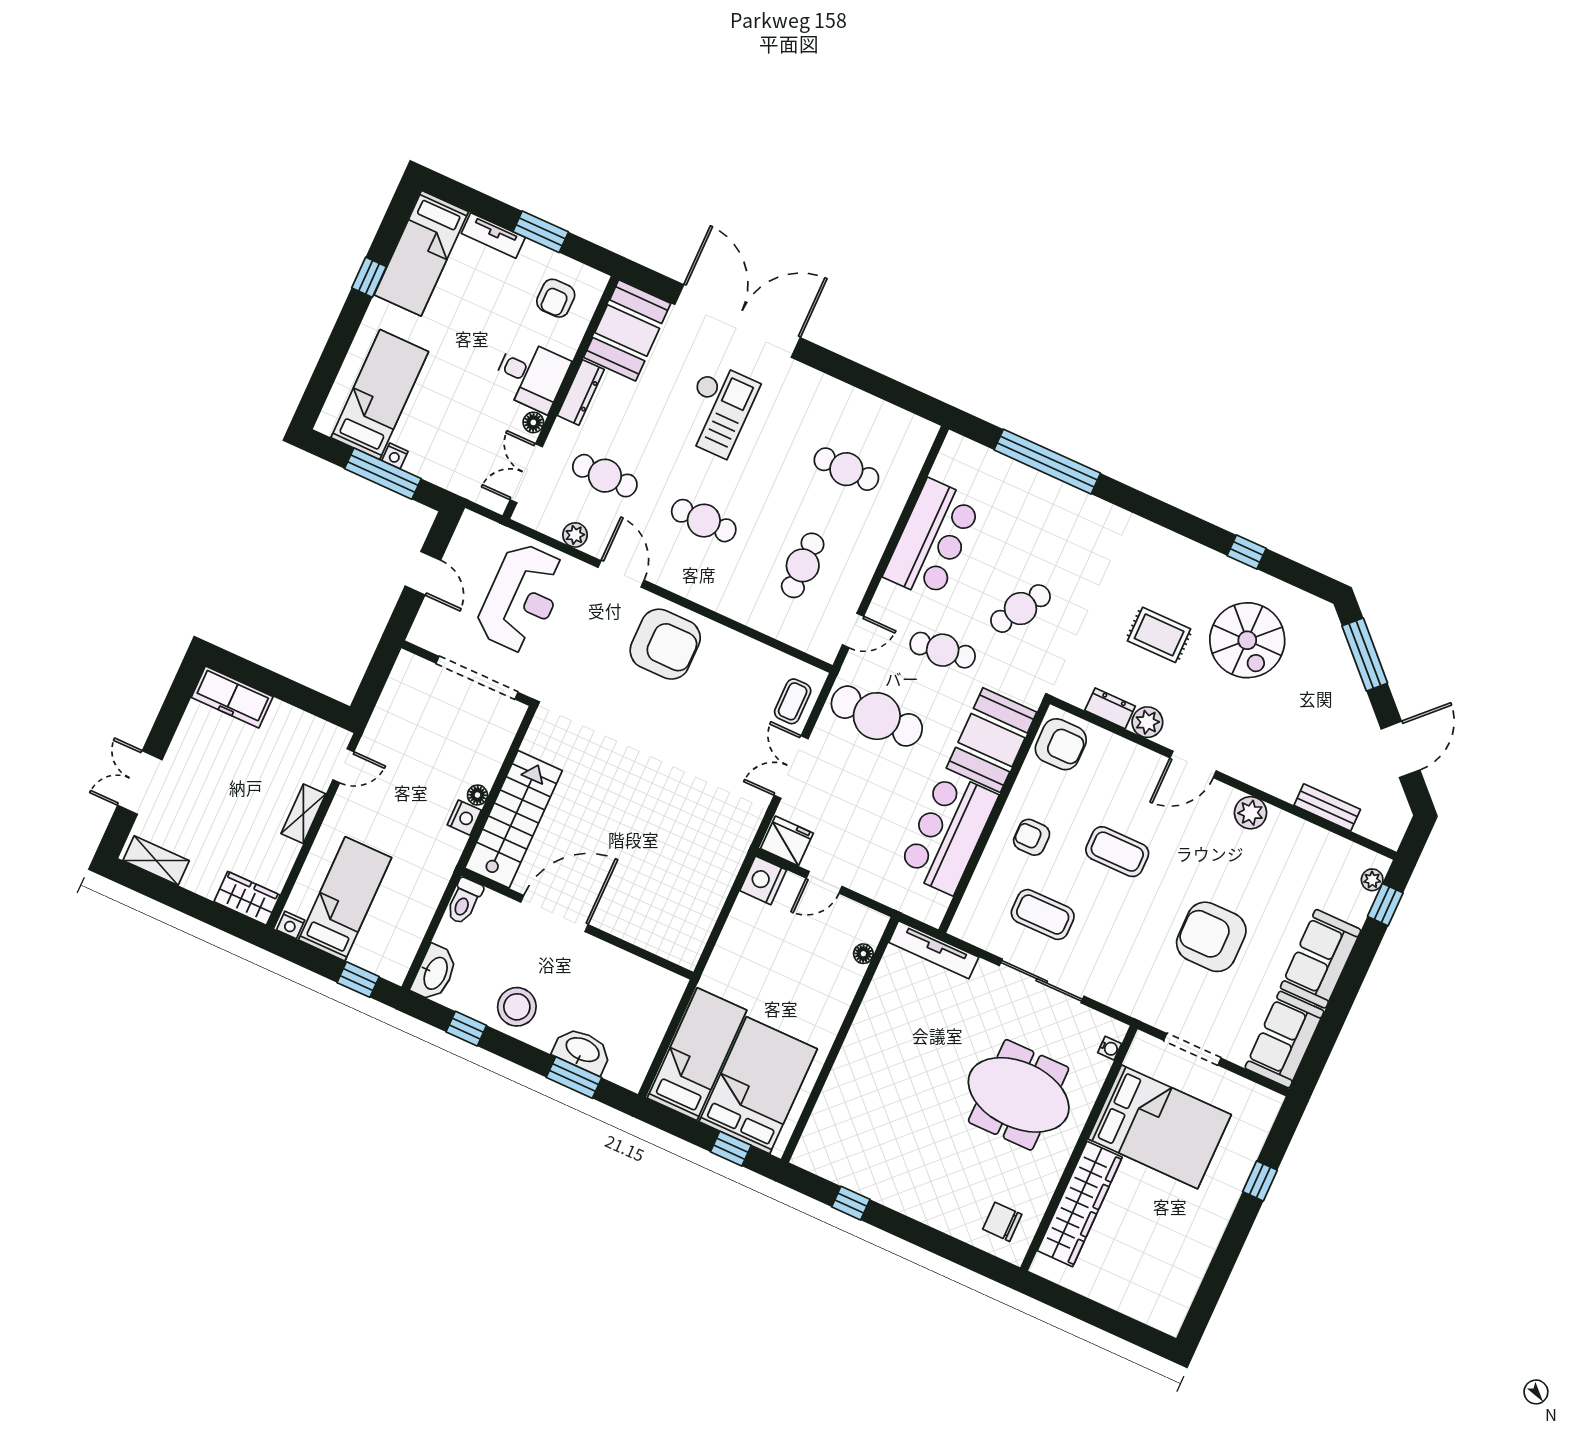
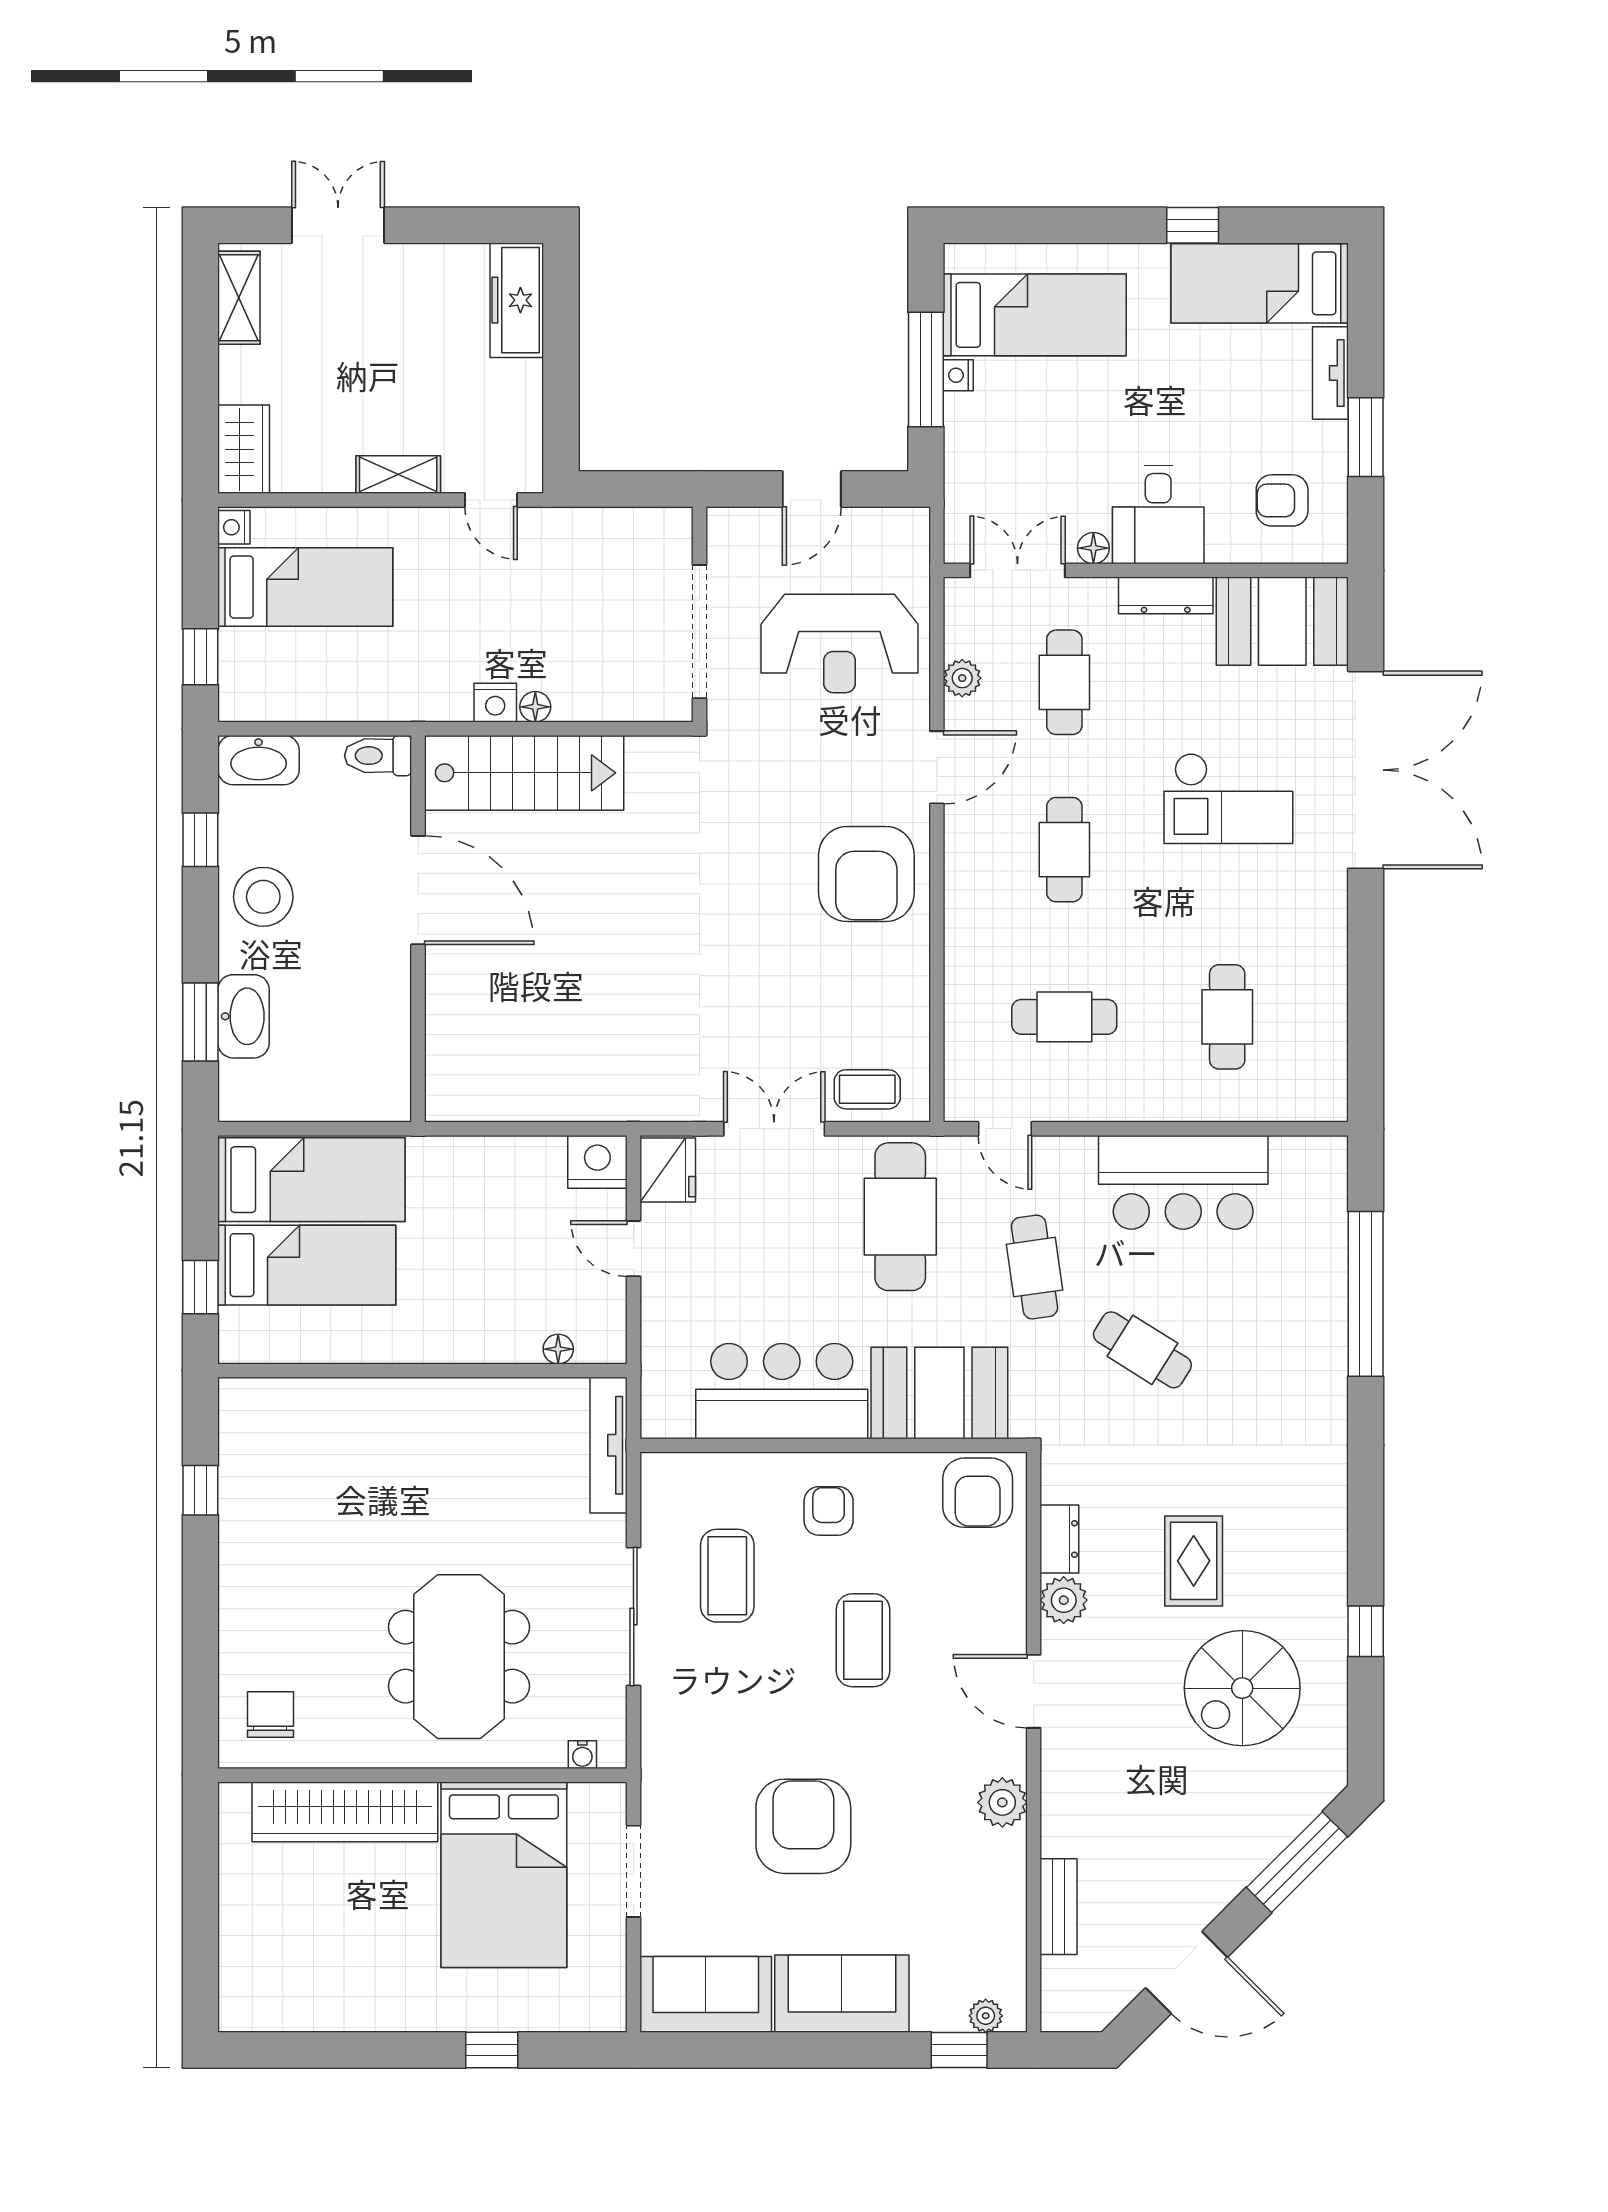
bed: (758, 1085) -> (307, 1265), width x0.67

